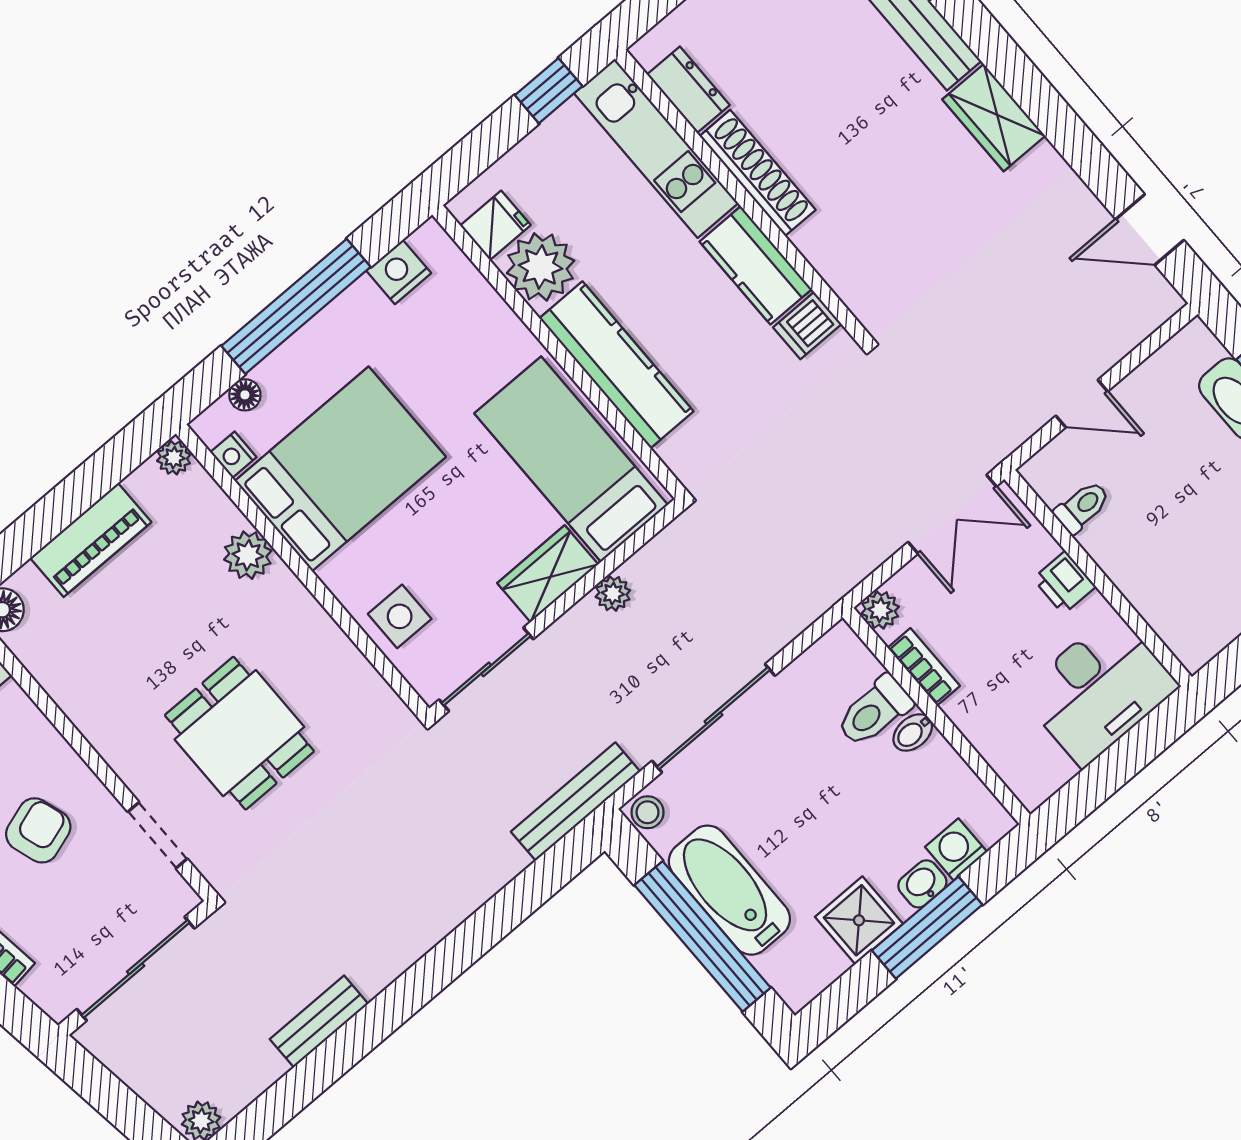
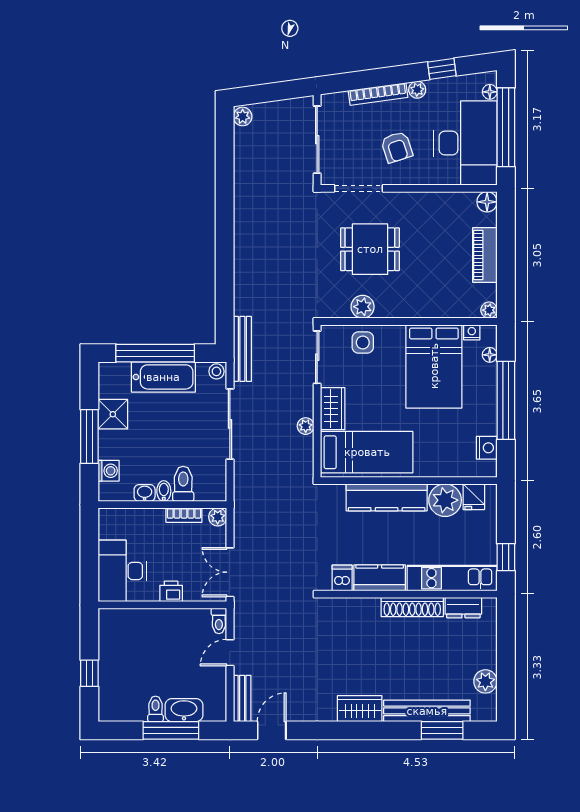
toilet: (1082, 507) -> (219, 621), moved
plant: (248, 555) -> (363, 307), moved
doorway: (158, 835) -> (358, 188), width x1.38
washbasin: (922, 884) -> (145, 493), moved, turned -90
bench: (319, 1021) -> (242, 698), moved

